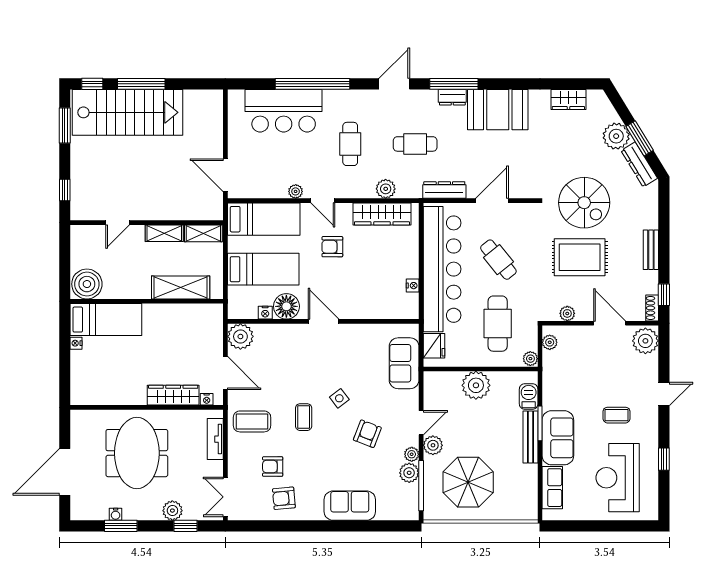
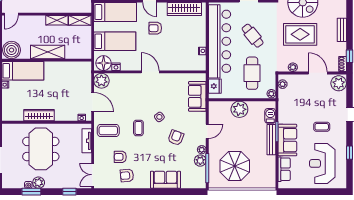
door: (118, 223) -> (11, 14), moved
shelving: (181, 287) -> (48, 52), moved
floor lamp: (286, 306) -> (104, 63), moved
wardrobe: (173, 395) -> (39, 115), moved
plant: (433, 445) -> (214, 144), removed
plant: (172, 511) -> (39, 183), moved

